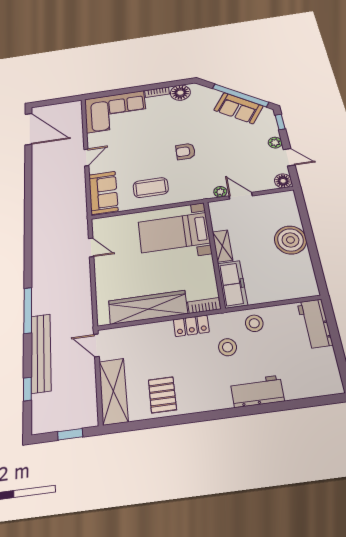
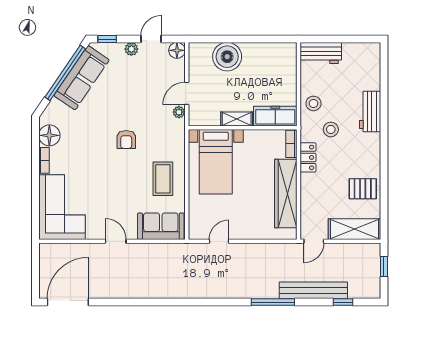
sofa: (238, 108) -> (82, 78), width x1.36
boiler: (290, 240) -> (227, 57), moved

